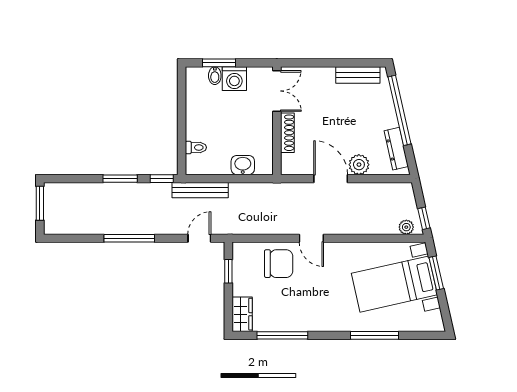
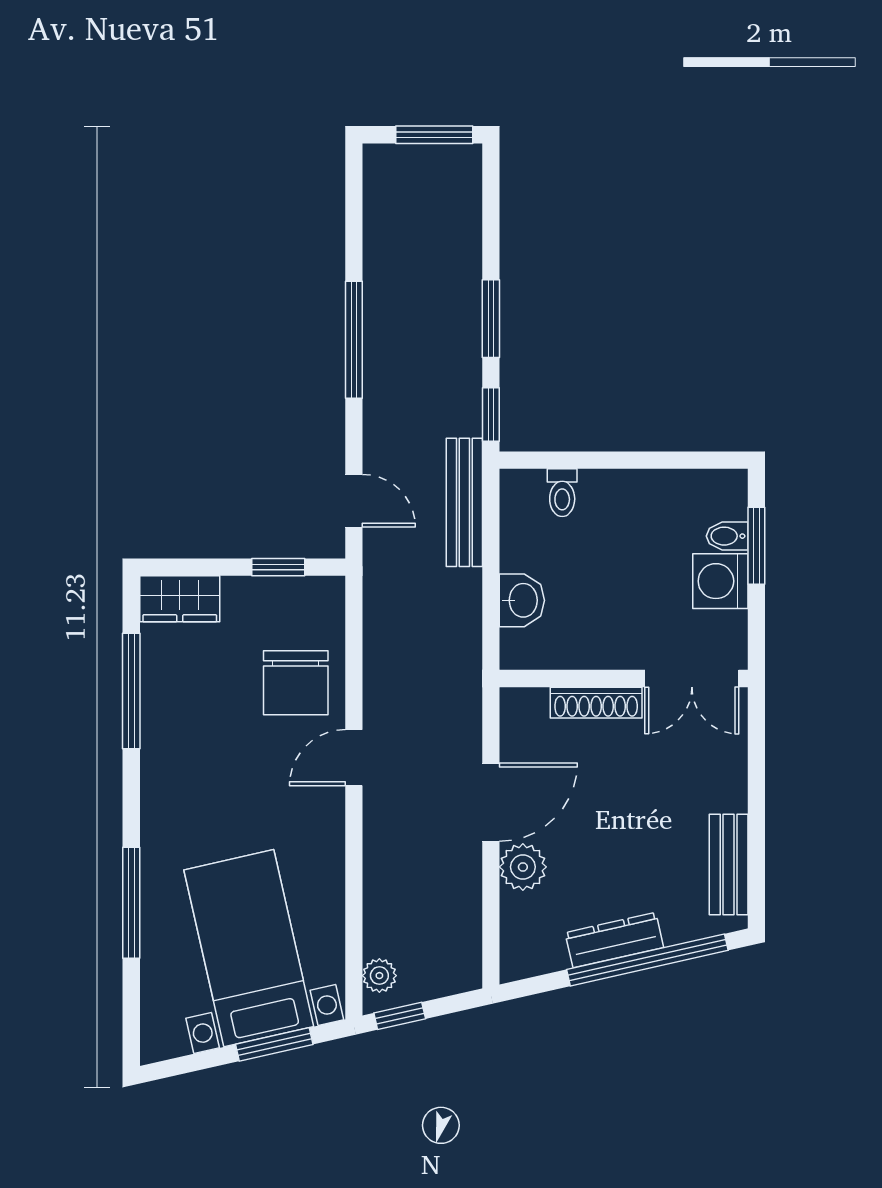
dresser: (396, 149) -> (614, 940), moved

